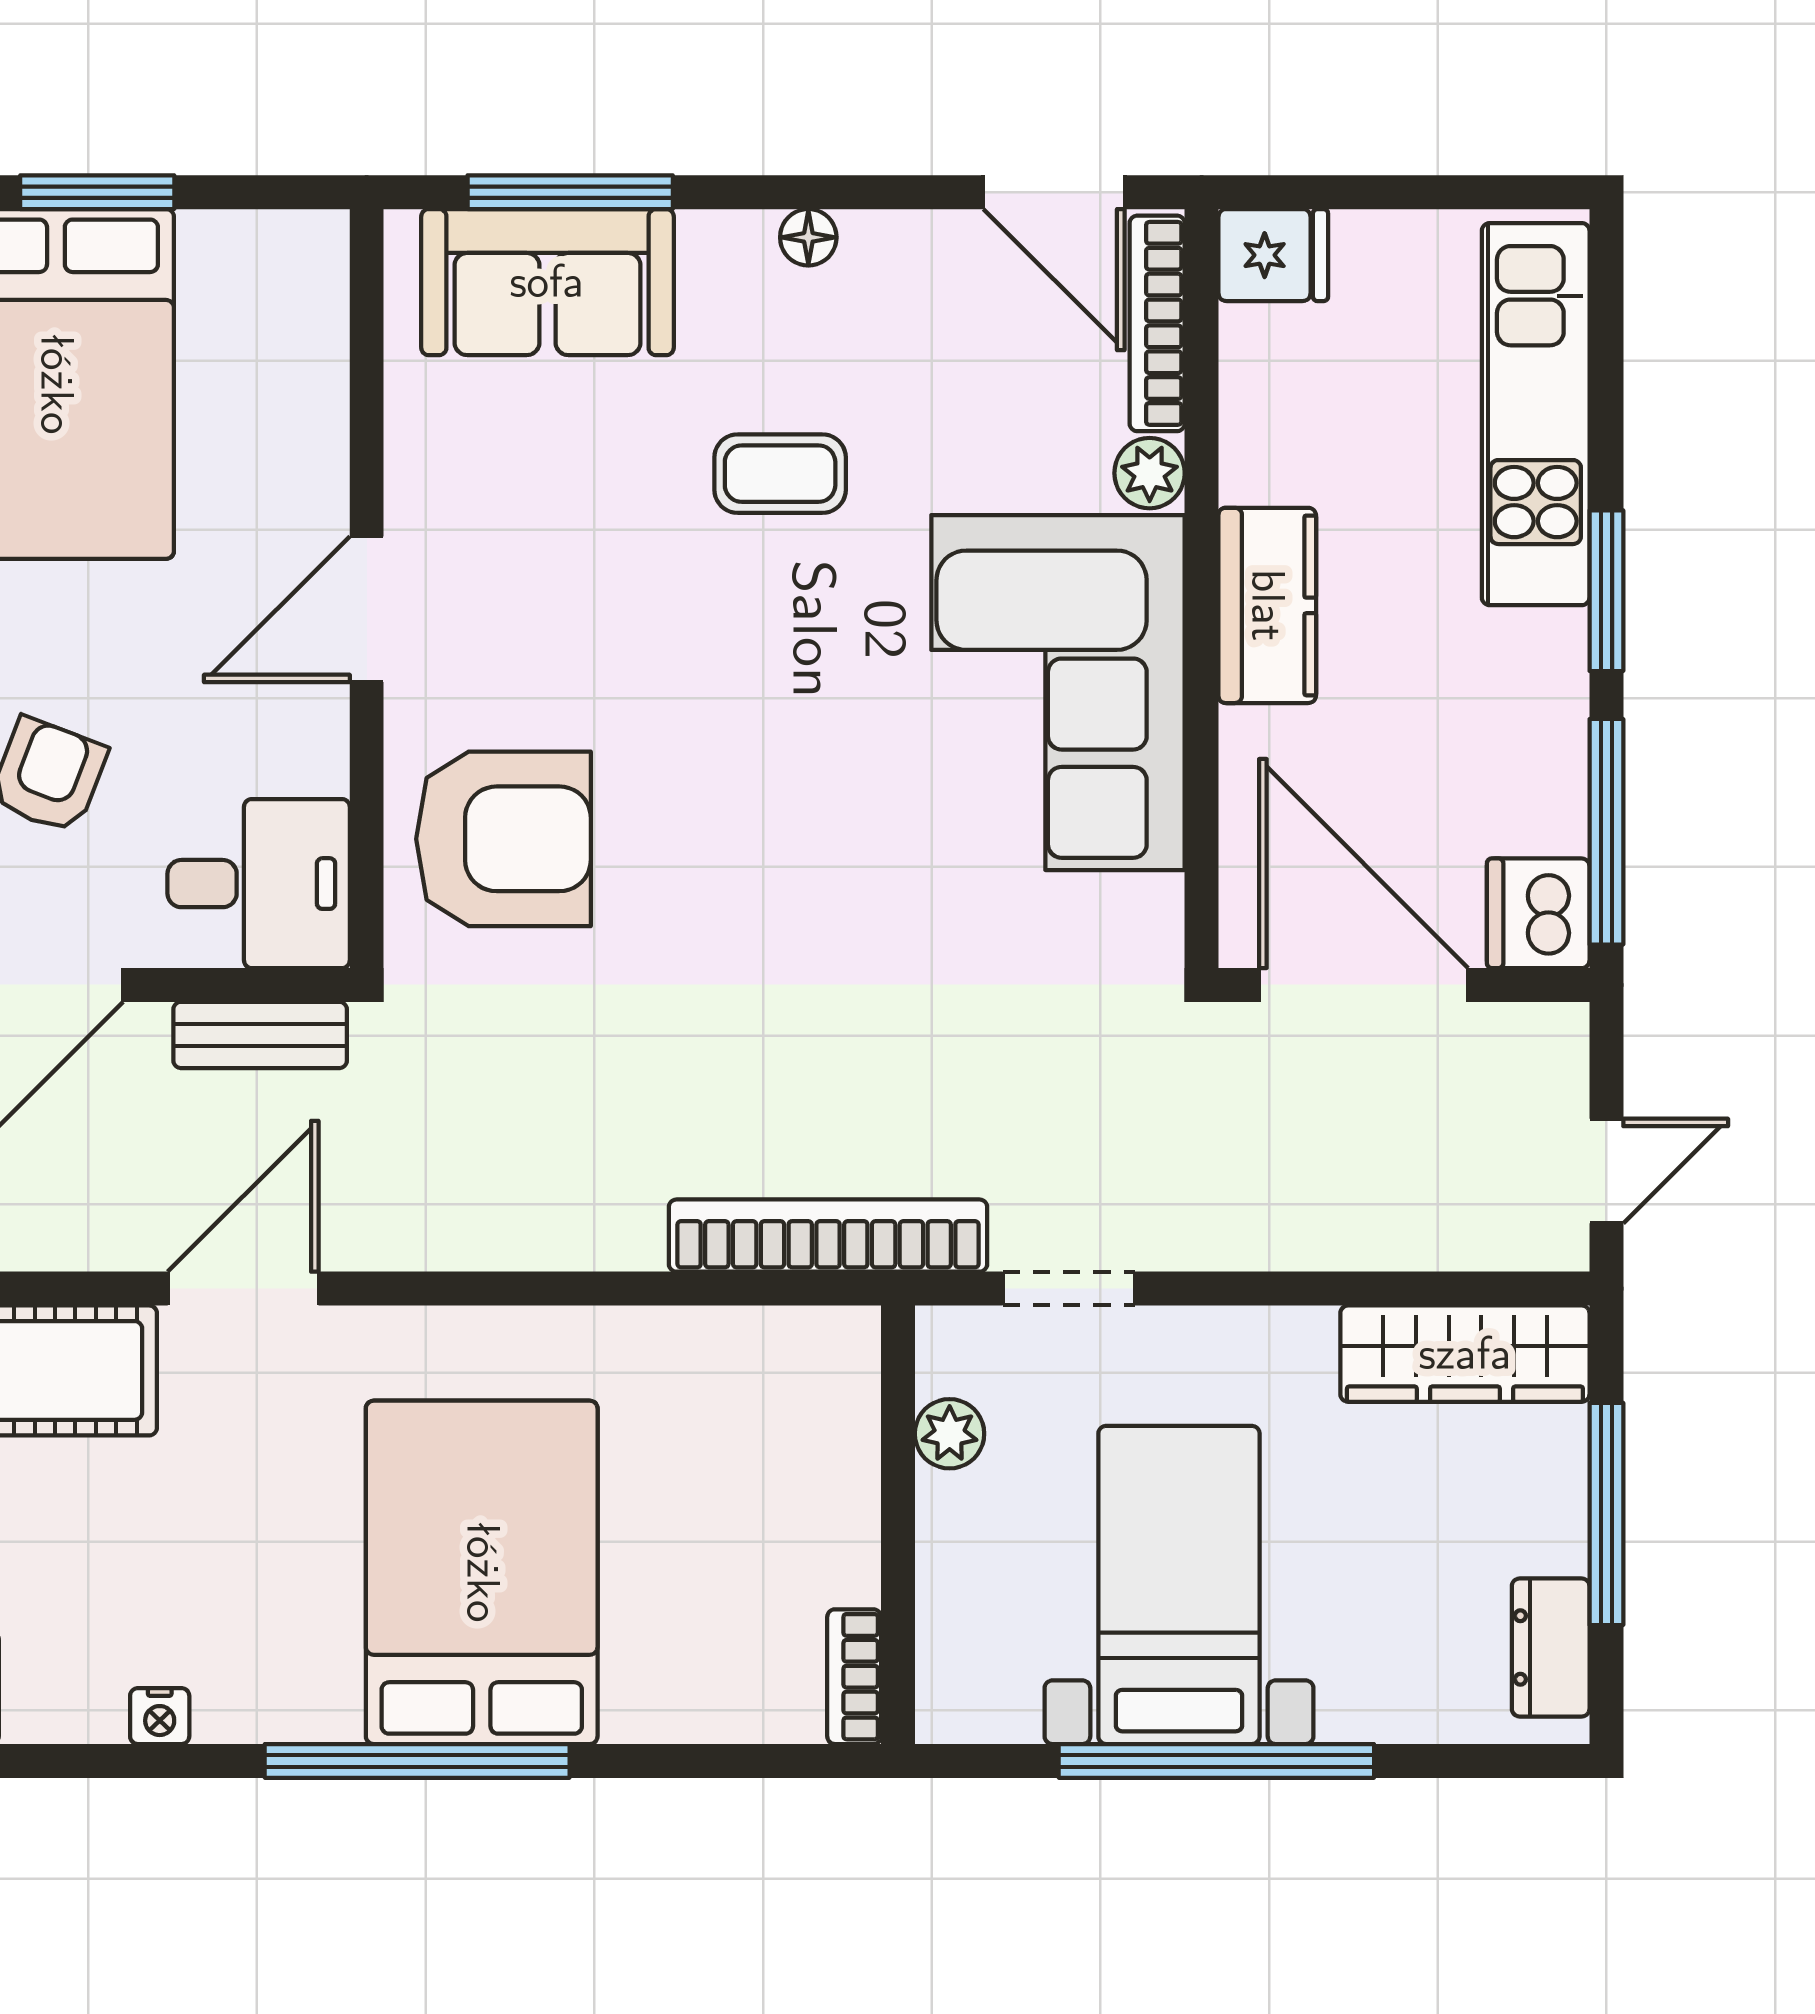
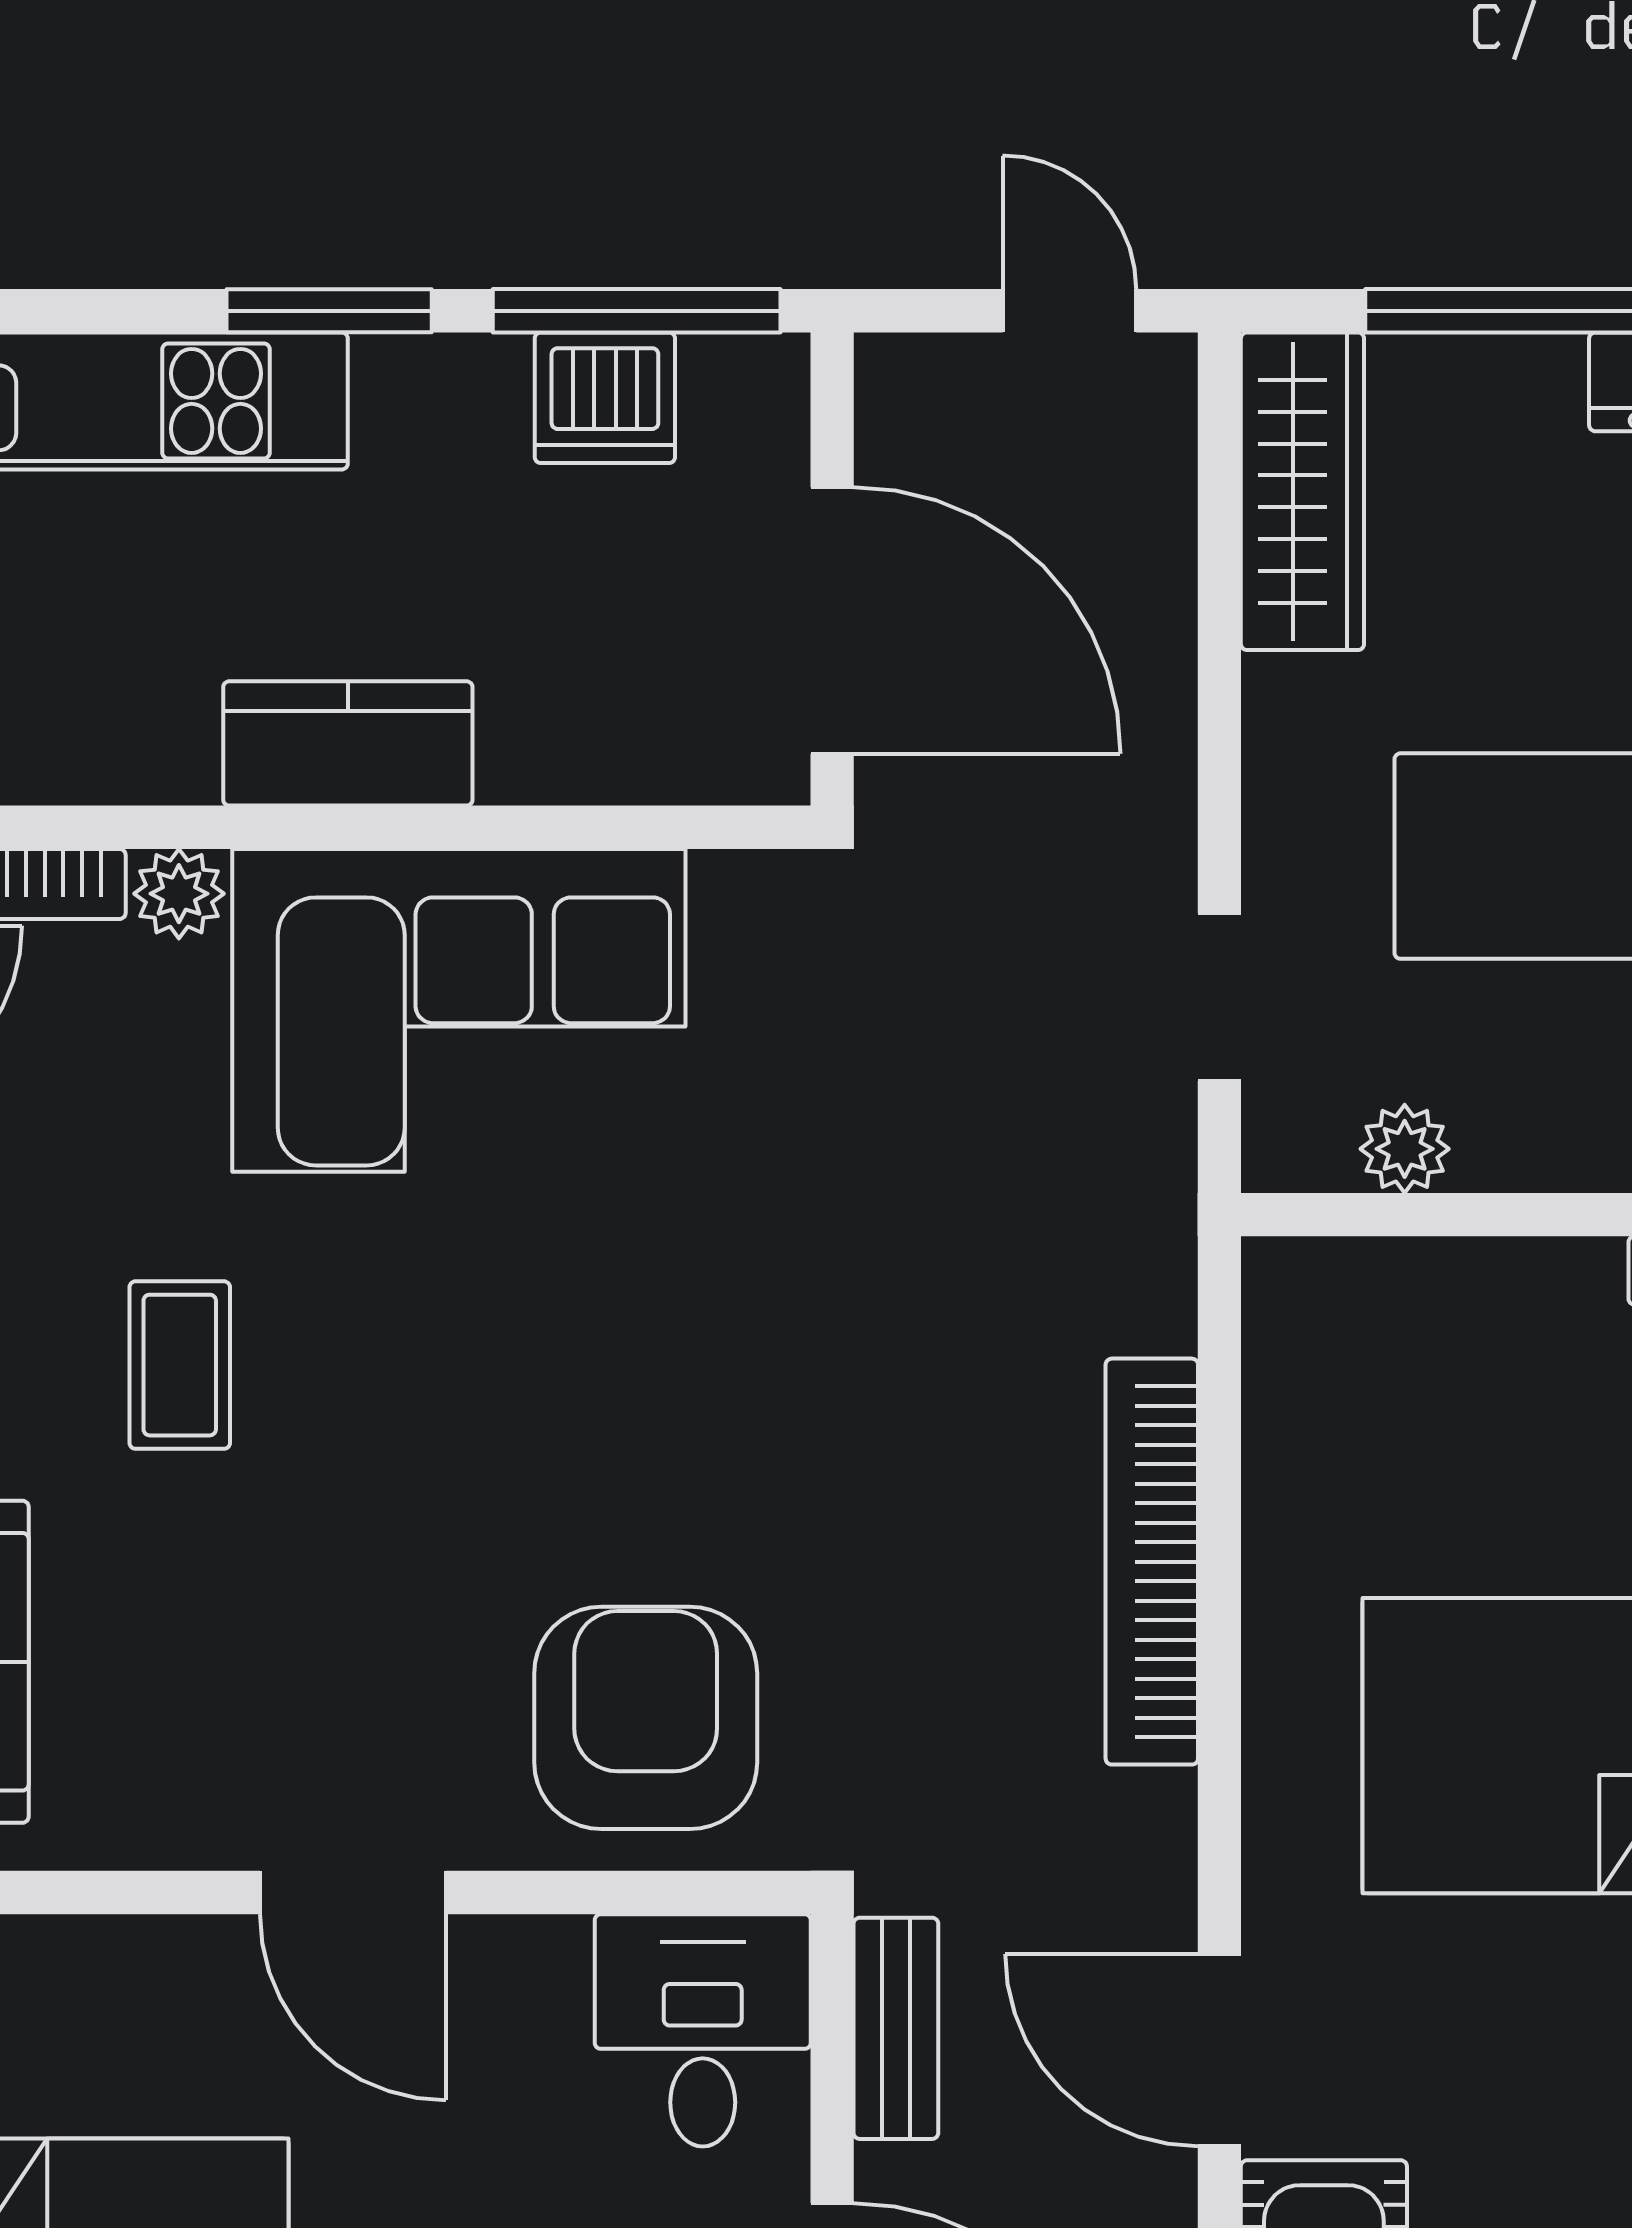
dishwasher: (1538, 913) -> (605, 398), moved
door: (1364, 985) -> (832, 620), swing flipped
bookcase: (828, 1236) -> (1152, 1562), moved

